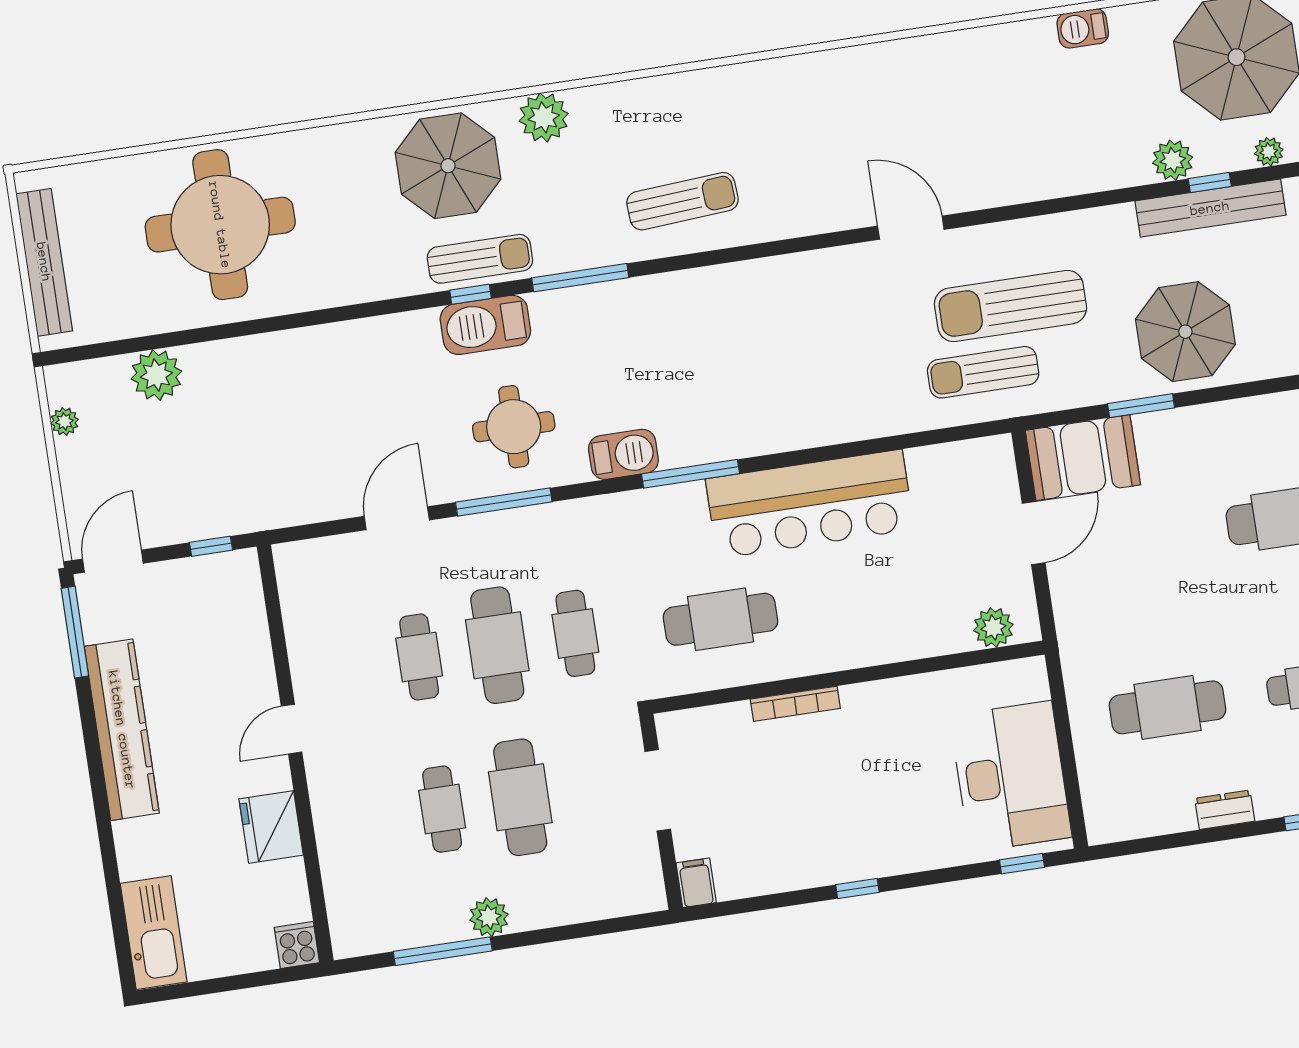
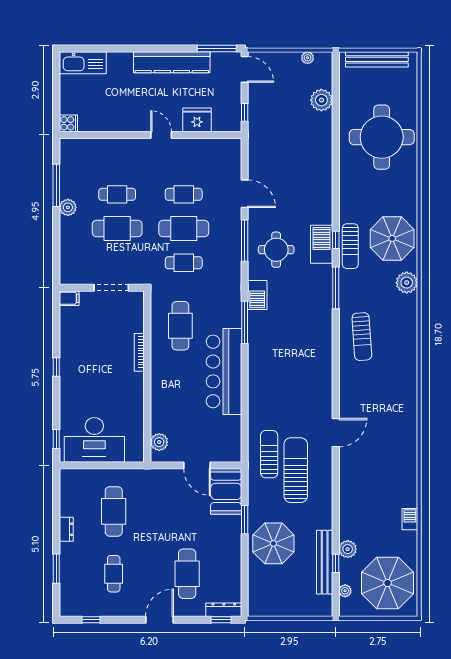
fridge: (271, 827) -> (197, 120), moved

